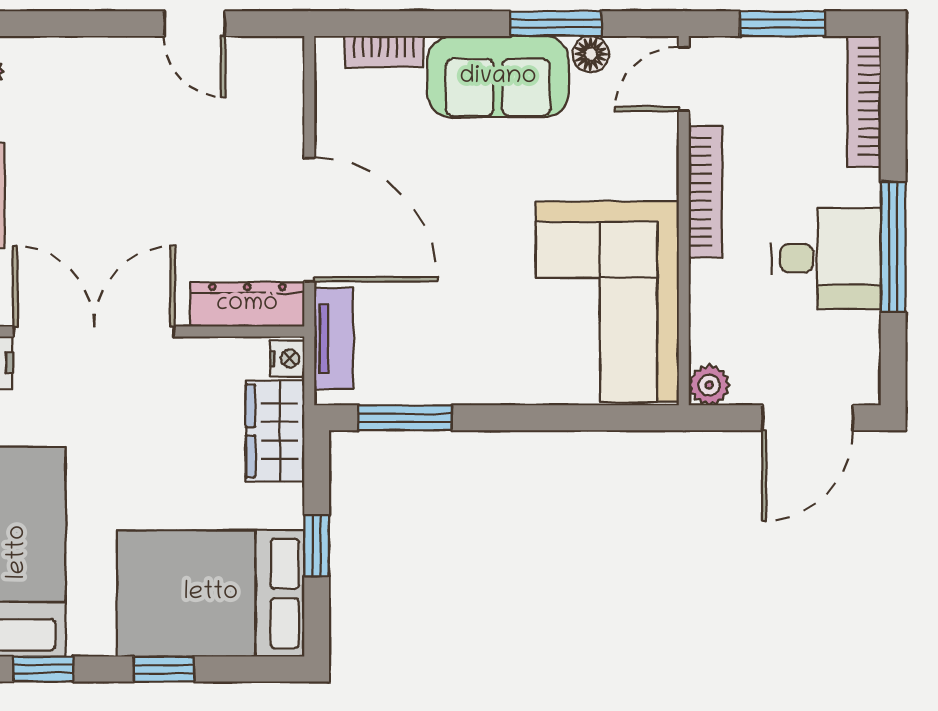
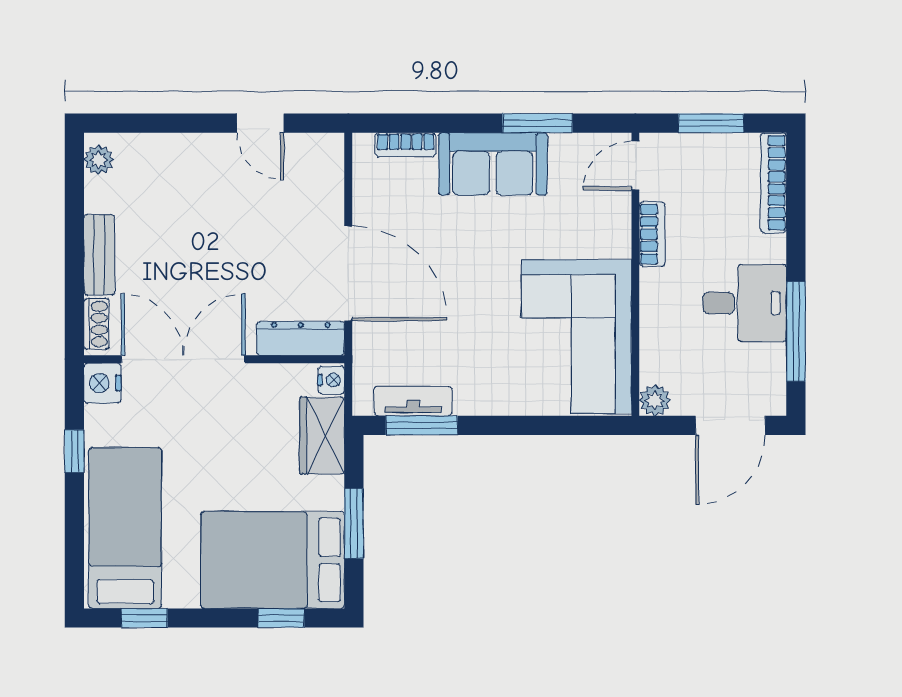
floor lamp: (591, 54) -> (564, 147), removed
bookcase: (705, 192) -> (652, 234), width x0.64
window: (893, 247) -> (796, 331), moved
tv unit: (334, 339) -> (413, 401), moved, turned -90
window: (317, 546) -> (354, 523), width x1.50
window: (164, 669) -> (281, 618), moved

